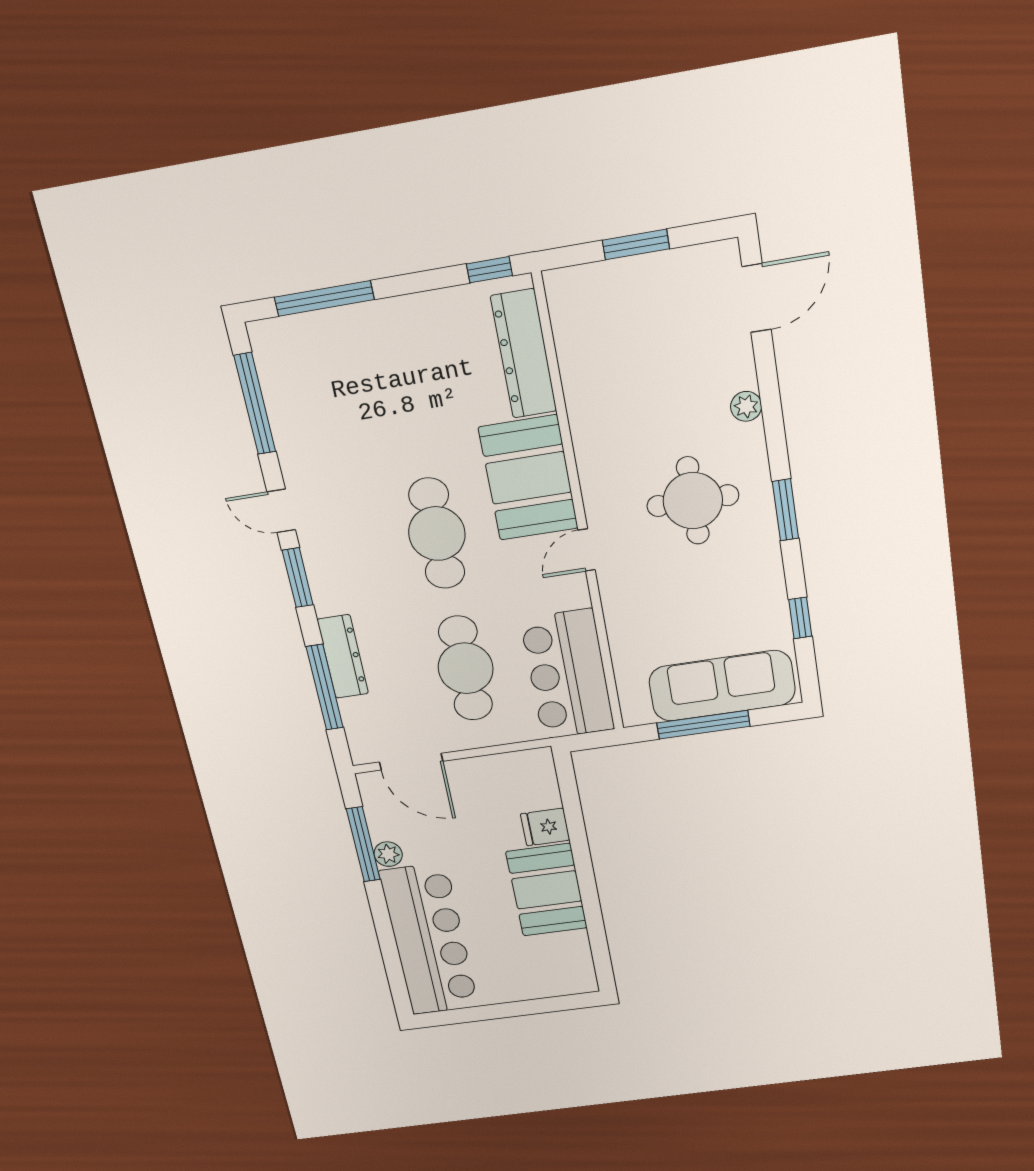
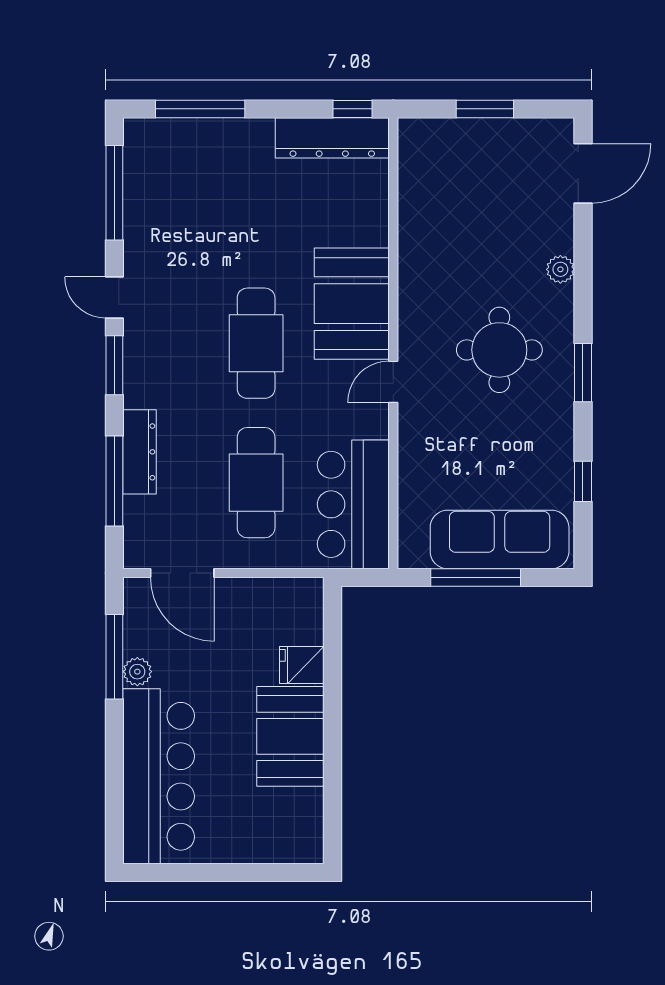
dresser: (524, 354) -> (332, 138), moved, turned -90

